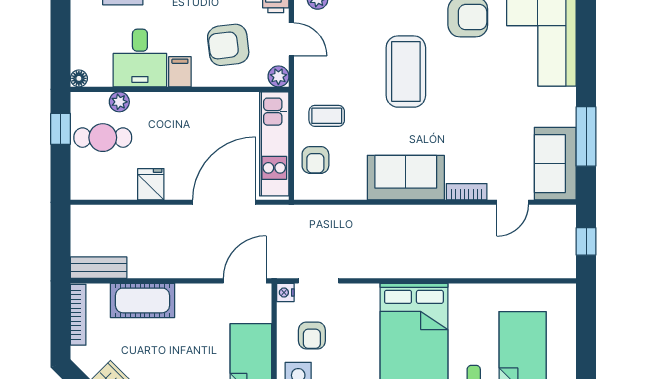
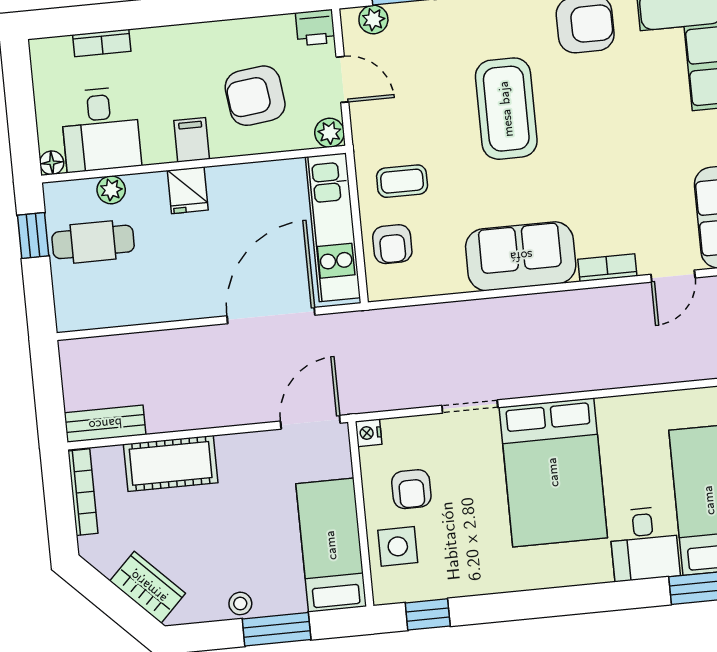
desk: (140, 58) -> (101, 129), moved
fridge: (151, 184) -> (188, 190), moved, turned 180
doorway: (319, 281) -> (470, 407), moved

